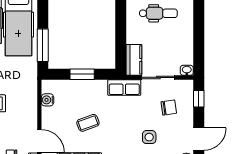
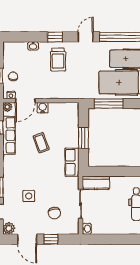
row of seats: (124, 87) -> (72, 162), moved
window: (199, 99) -> (51, 239), moved
water cooler: (48, 100) -> (43, 108), moved

